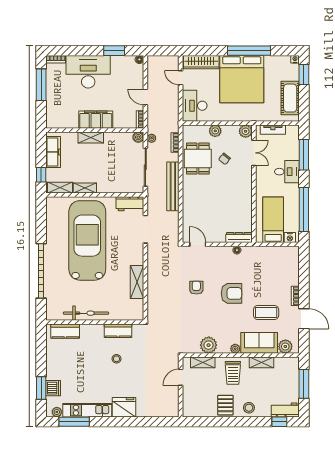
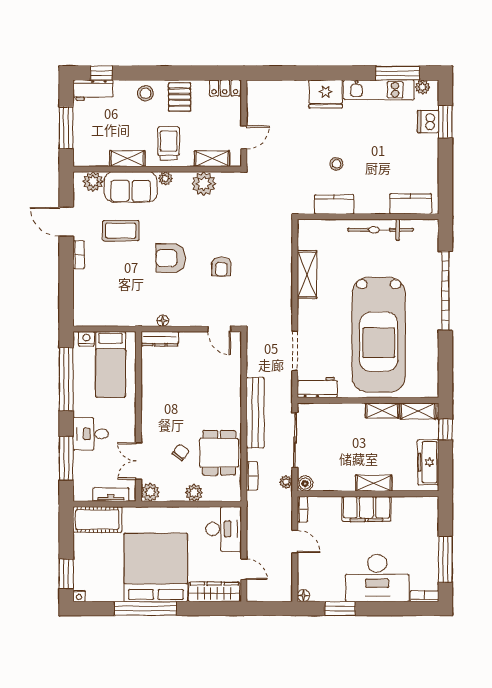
cot: (290, 98) -> (97, 519), moved, turned 90
locker: (194, 411) -> (225, 88), added

